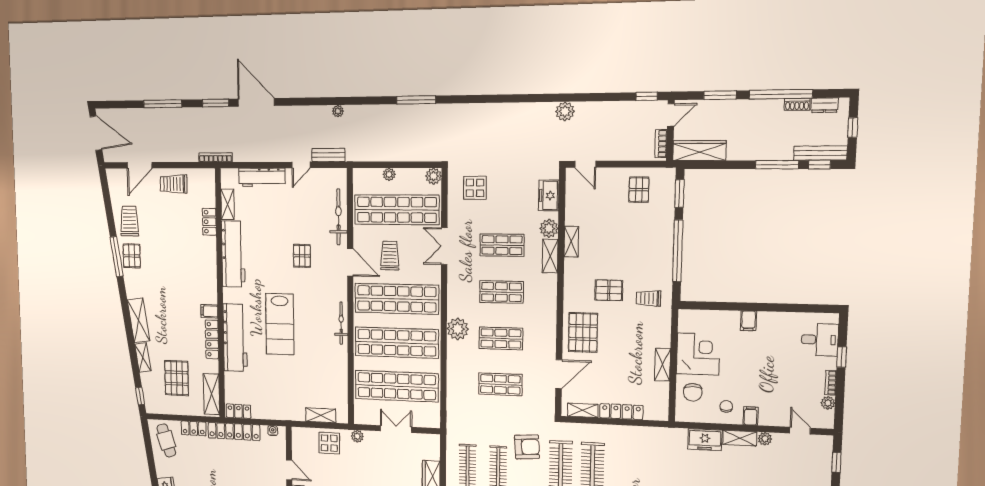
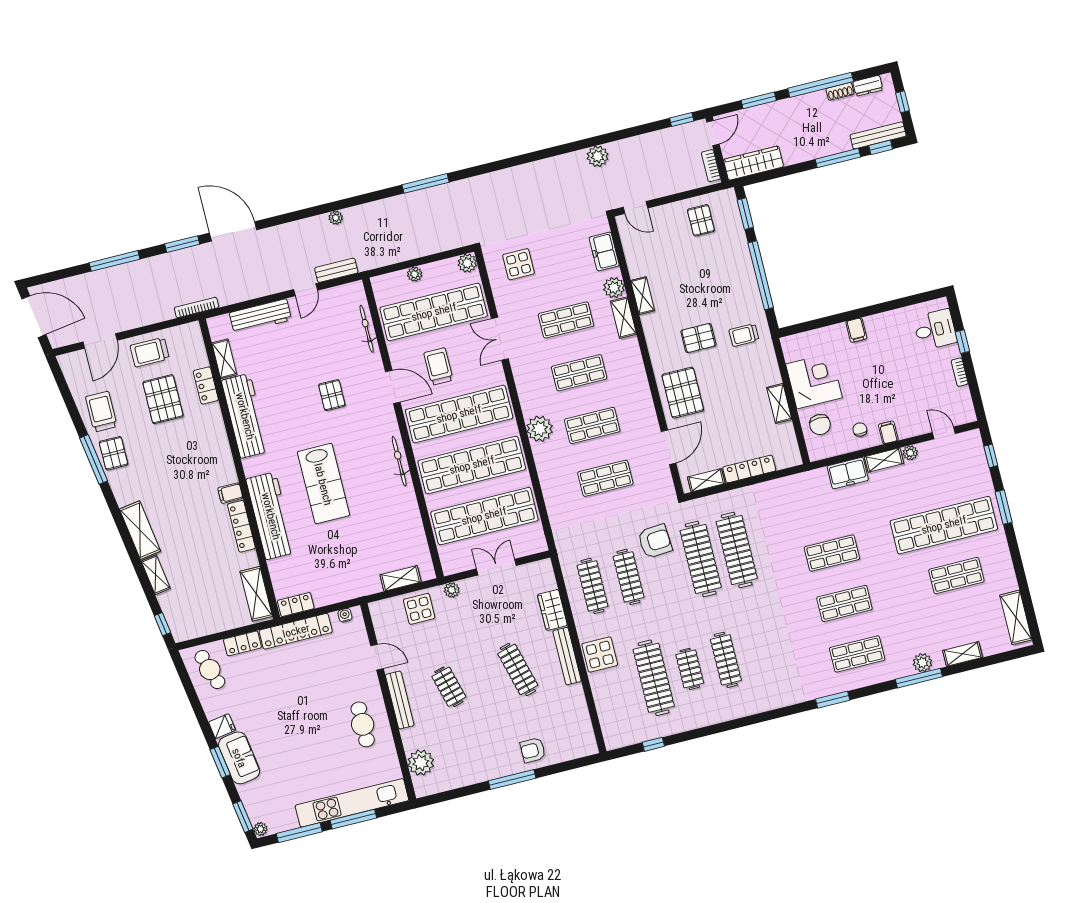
bicycle: (338, 217) -> (367, 329), width x0.73, depth x0.71
pallet: (177, 378) -> (163, 399), moved
plant: (828, 403) -> (963, 395), removed

